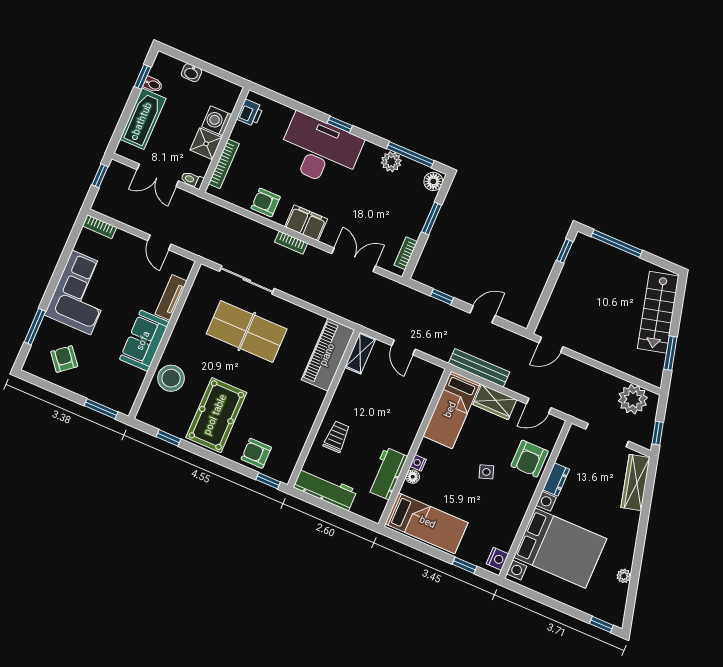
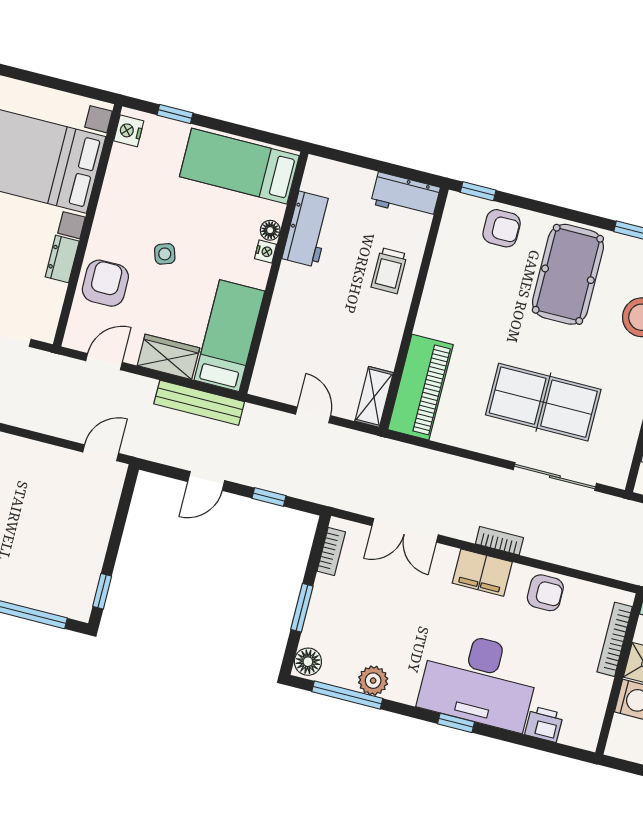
printer: (250, 113) -> (544, 724), moved, turned 90
workbench: (325, 489) -> (405, 196), width x0.73

